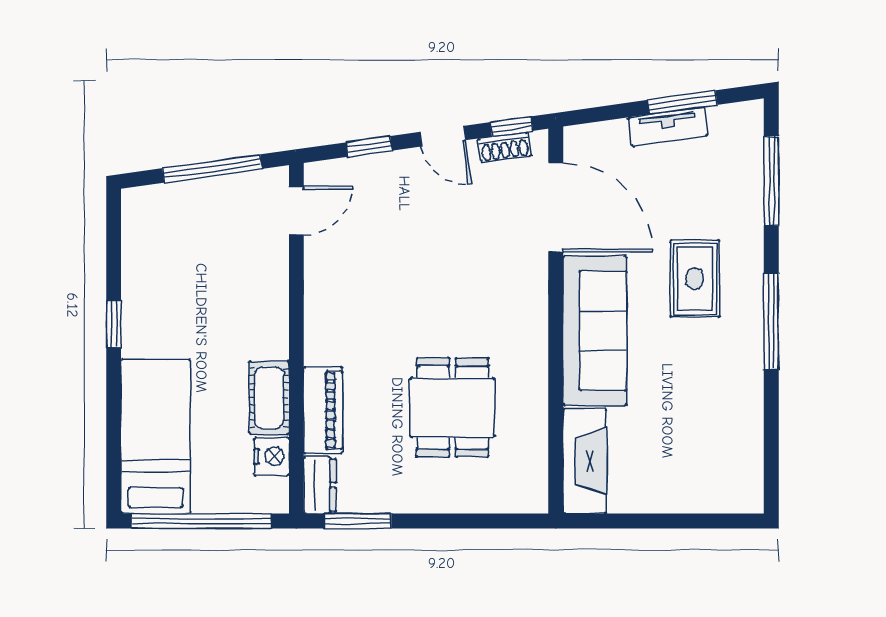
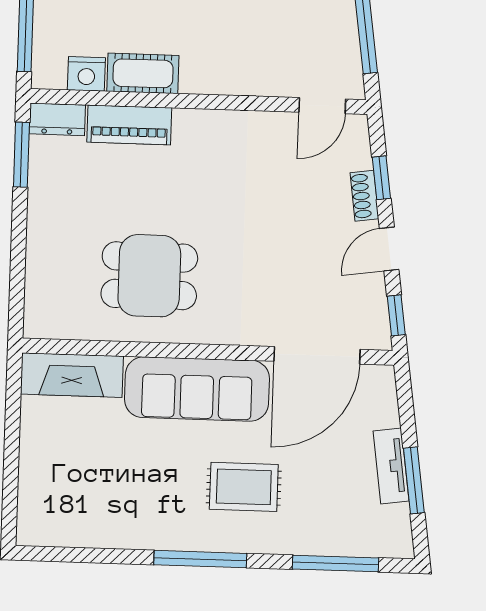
shoe rack: (505, 147) -> (364, 196), moved
door: (296, 210) -> (322, 106), hinge flipped
dining table: (453, 407) -> (149, 276), moved

